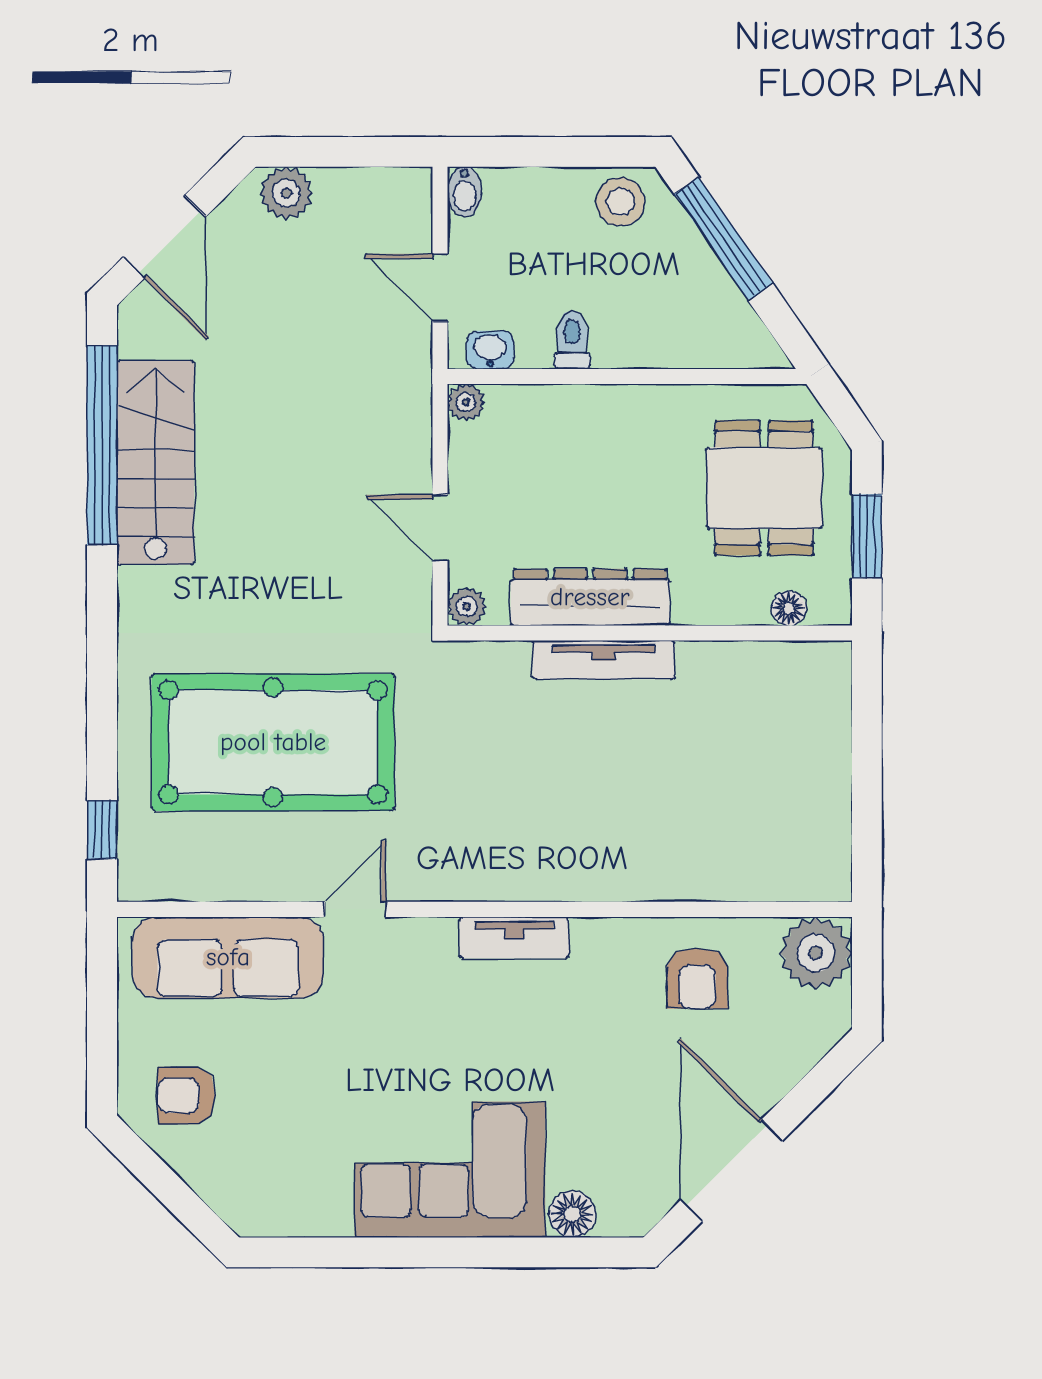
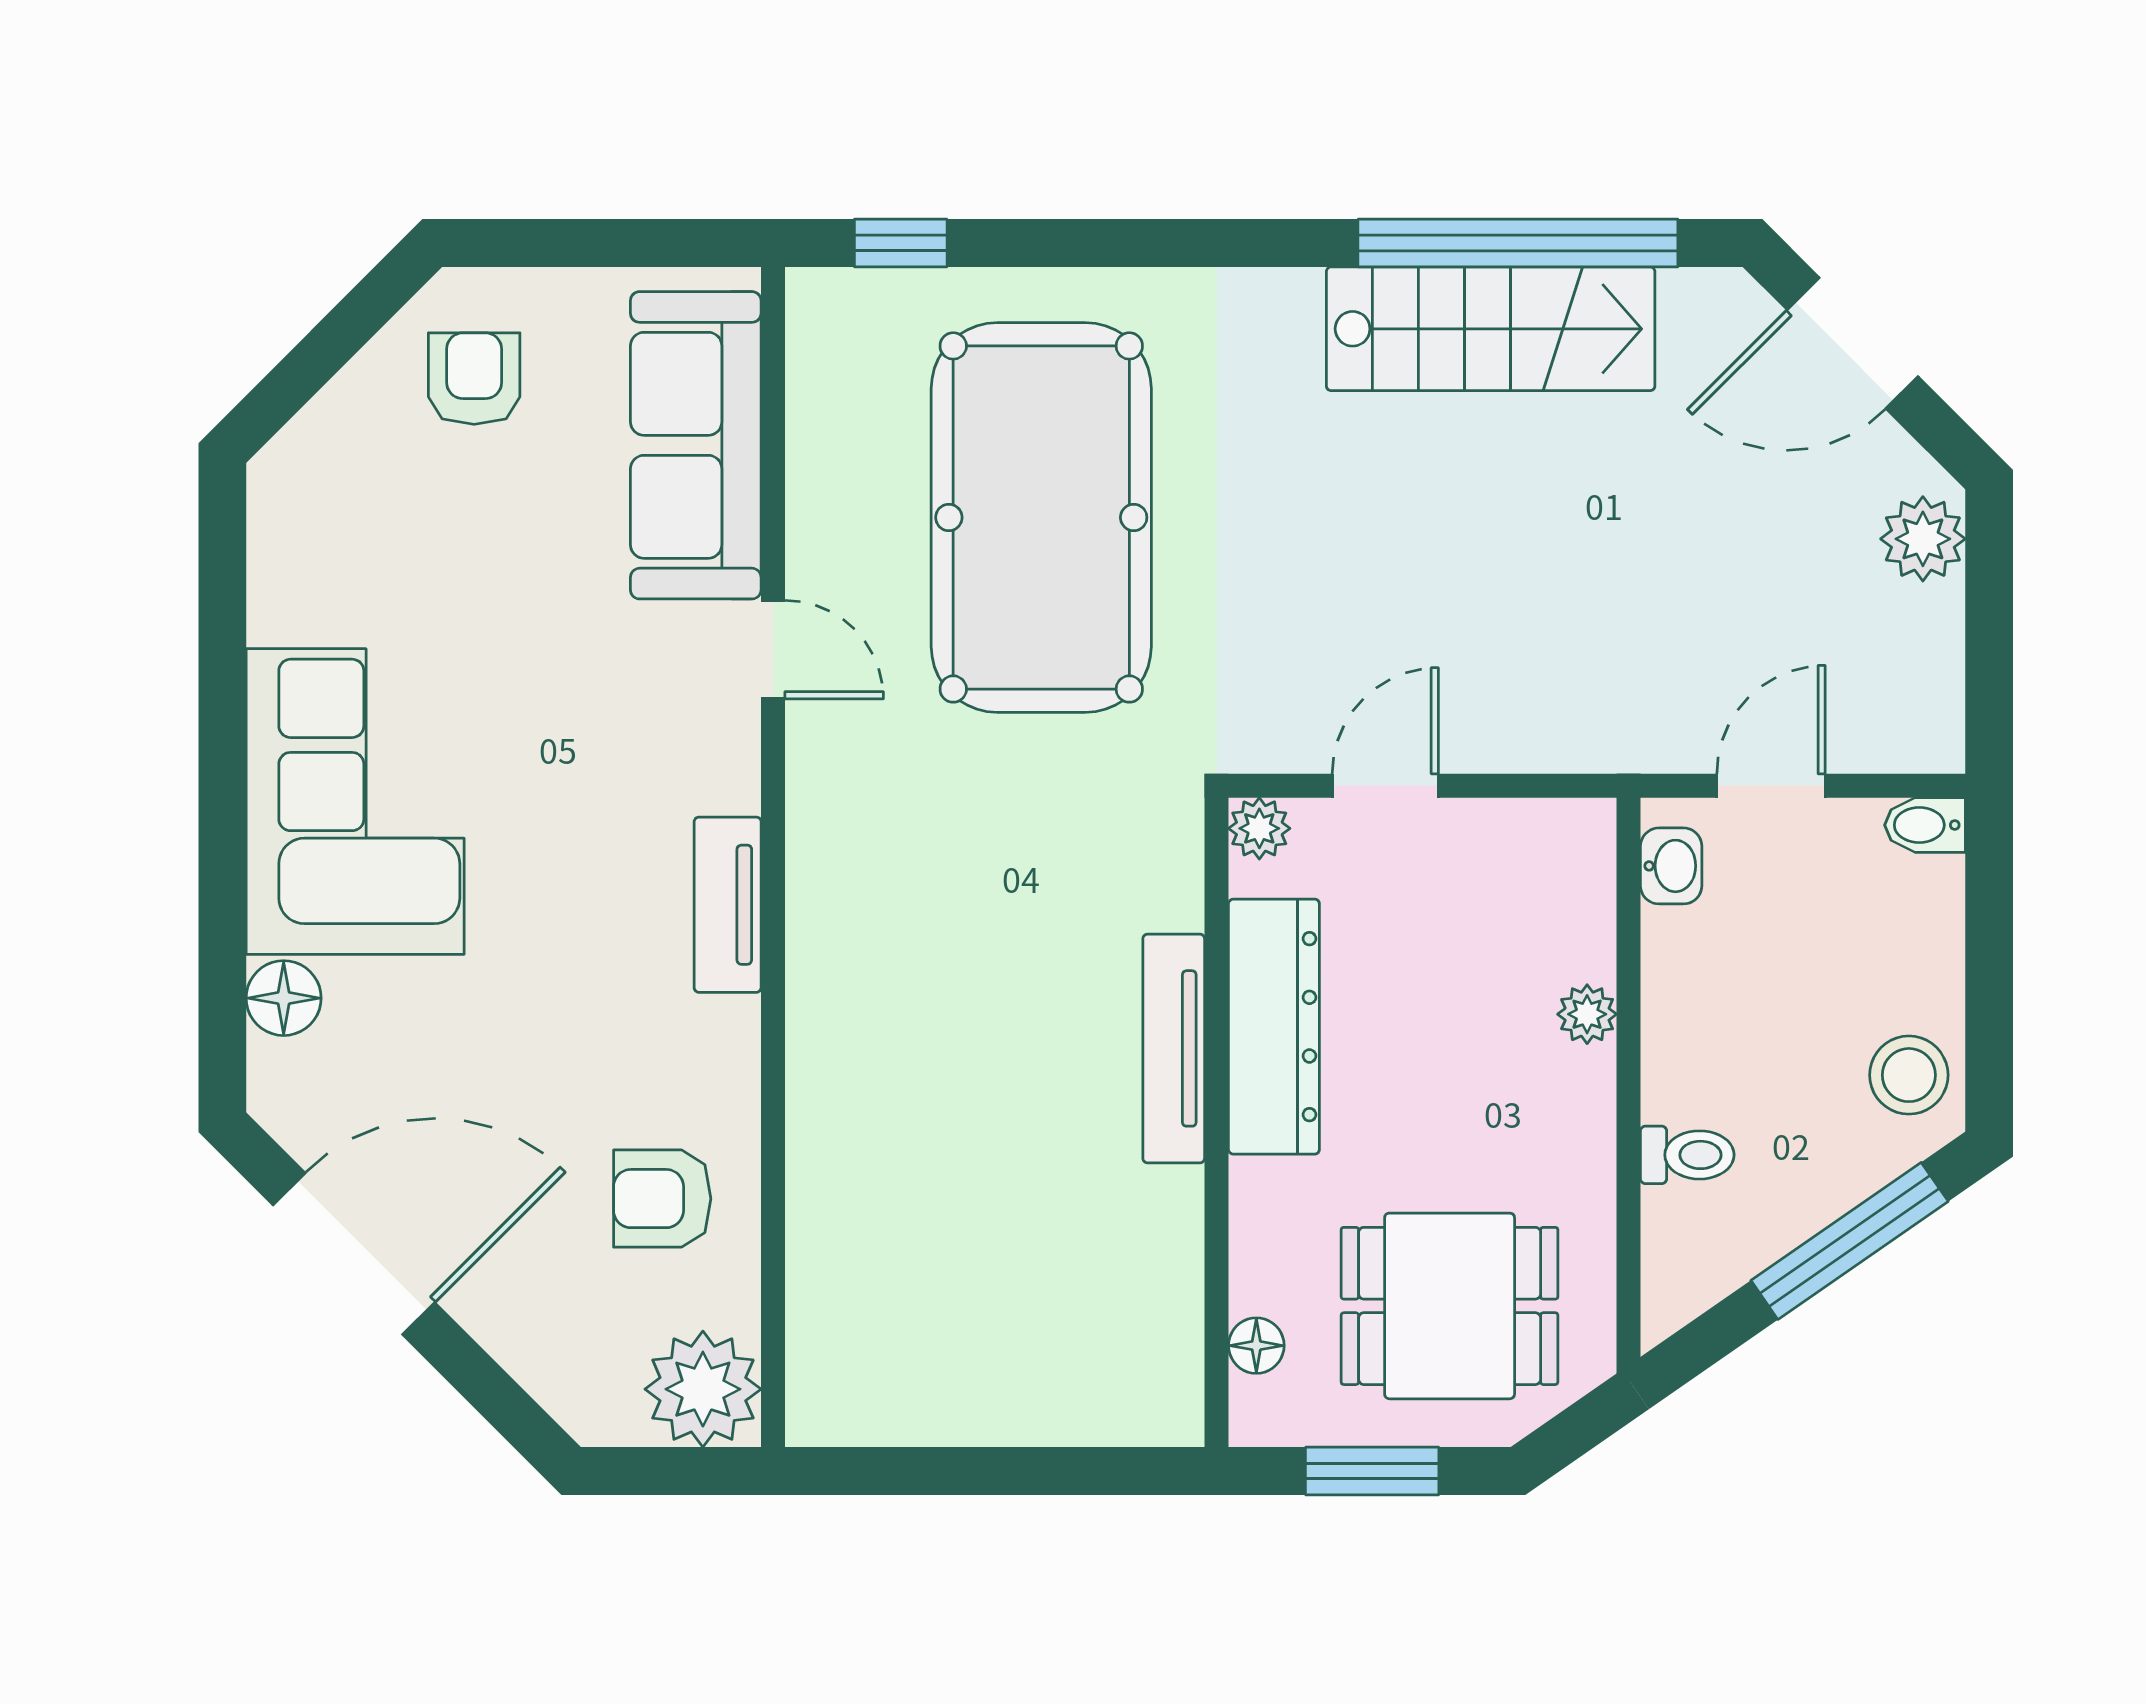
toilet: (572, 340) -> (1687, 1155), moved
plant: (466, 402) -> (1587, 1014), moved

